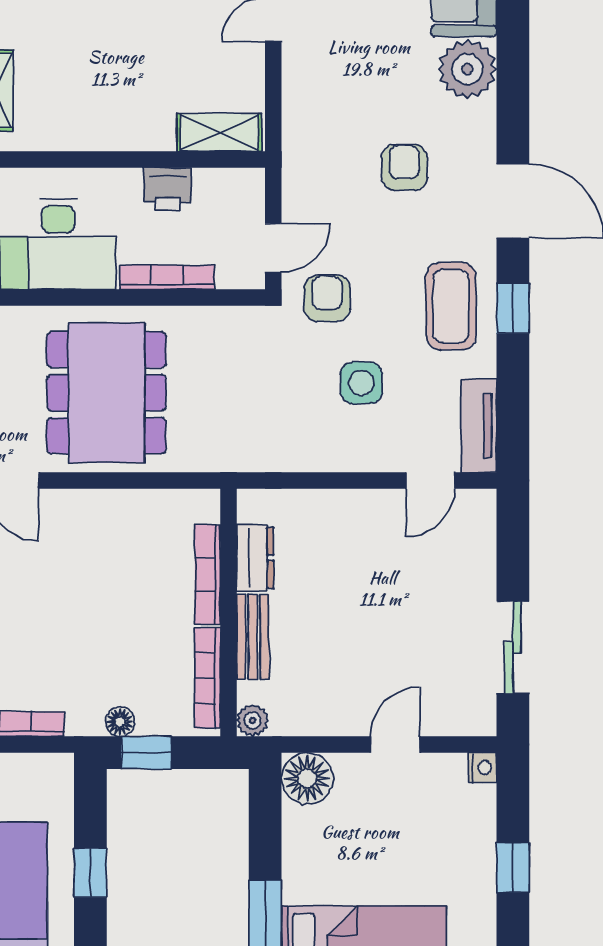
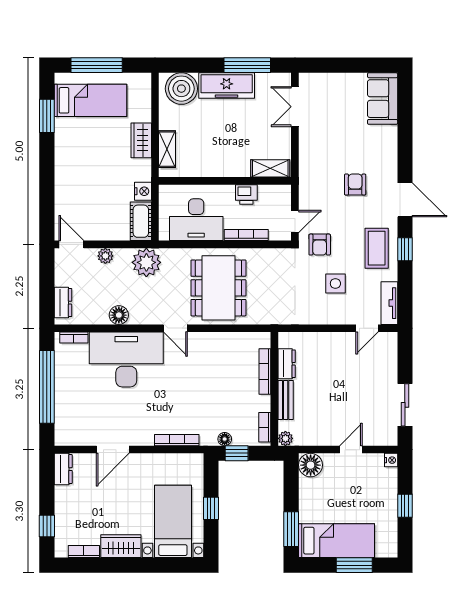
plant: (467, 69) -> (384, 139), removed
armchair: (327, 298) -> (320, 245), turned 180
bookcase: (207, 678) -> (265, 427), width x0.64

